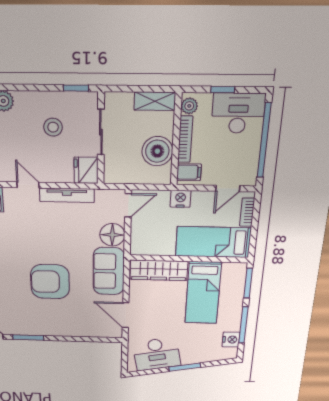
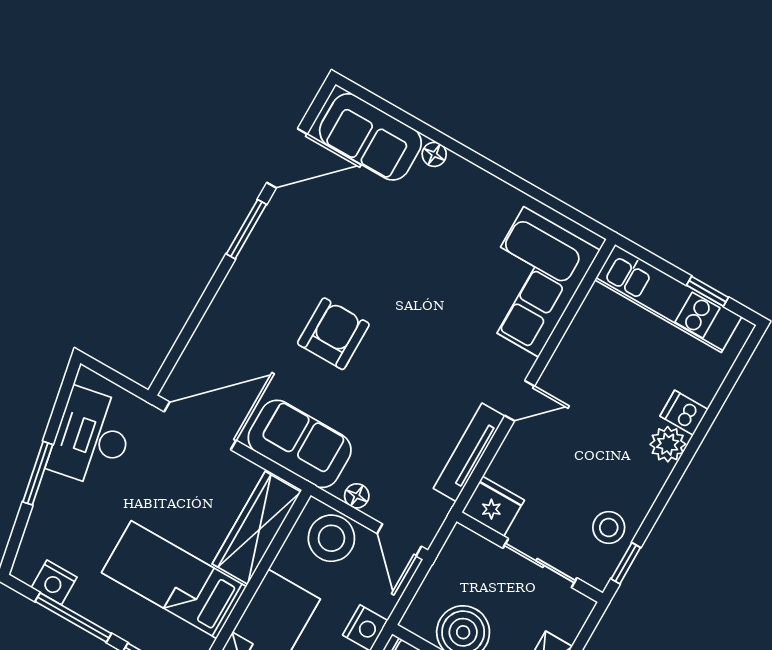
stool: (53, 127) -> (609, 528), moved
floor lamp: (112, 235) -> (357, 496), width x0.53, depth x0.53
stool: (145, 236) -> (331, 538), added
armchair: (50, 282) -> (333, 334), width x0.73, depth x0.73
door: (126, 315) -> (200, 426), width x1.36

